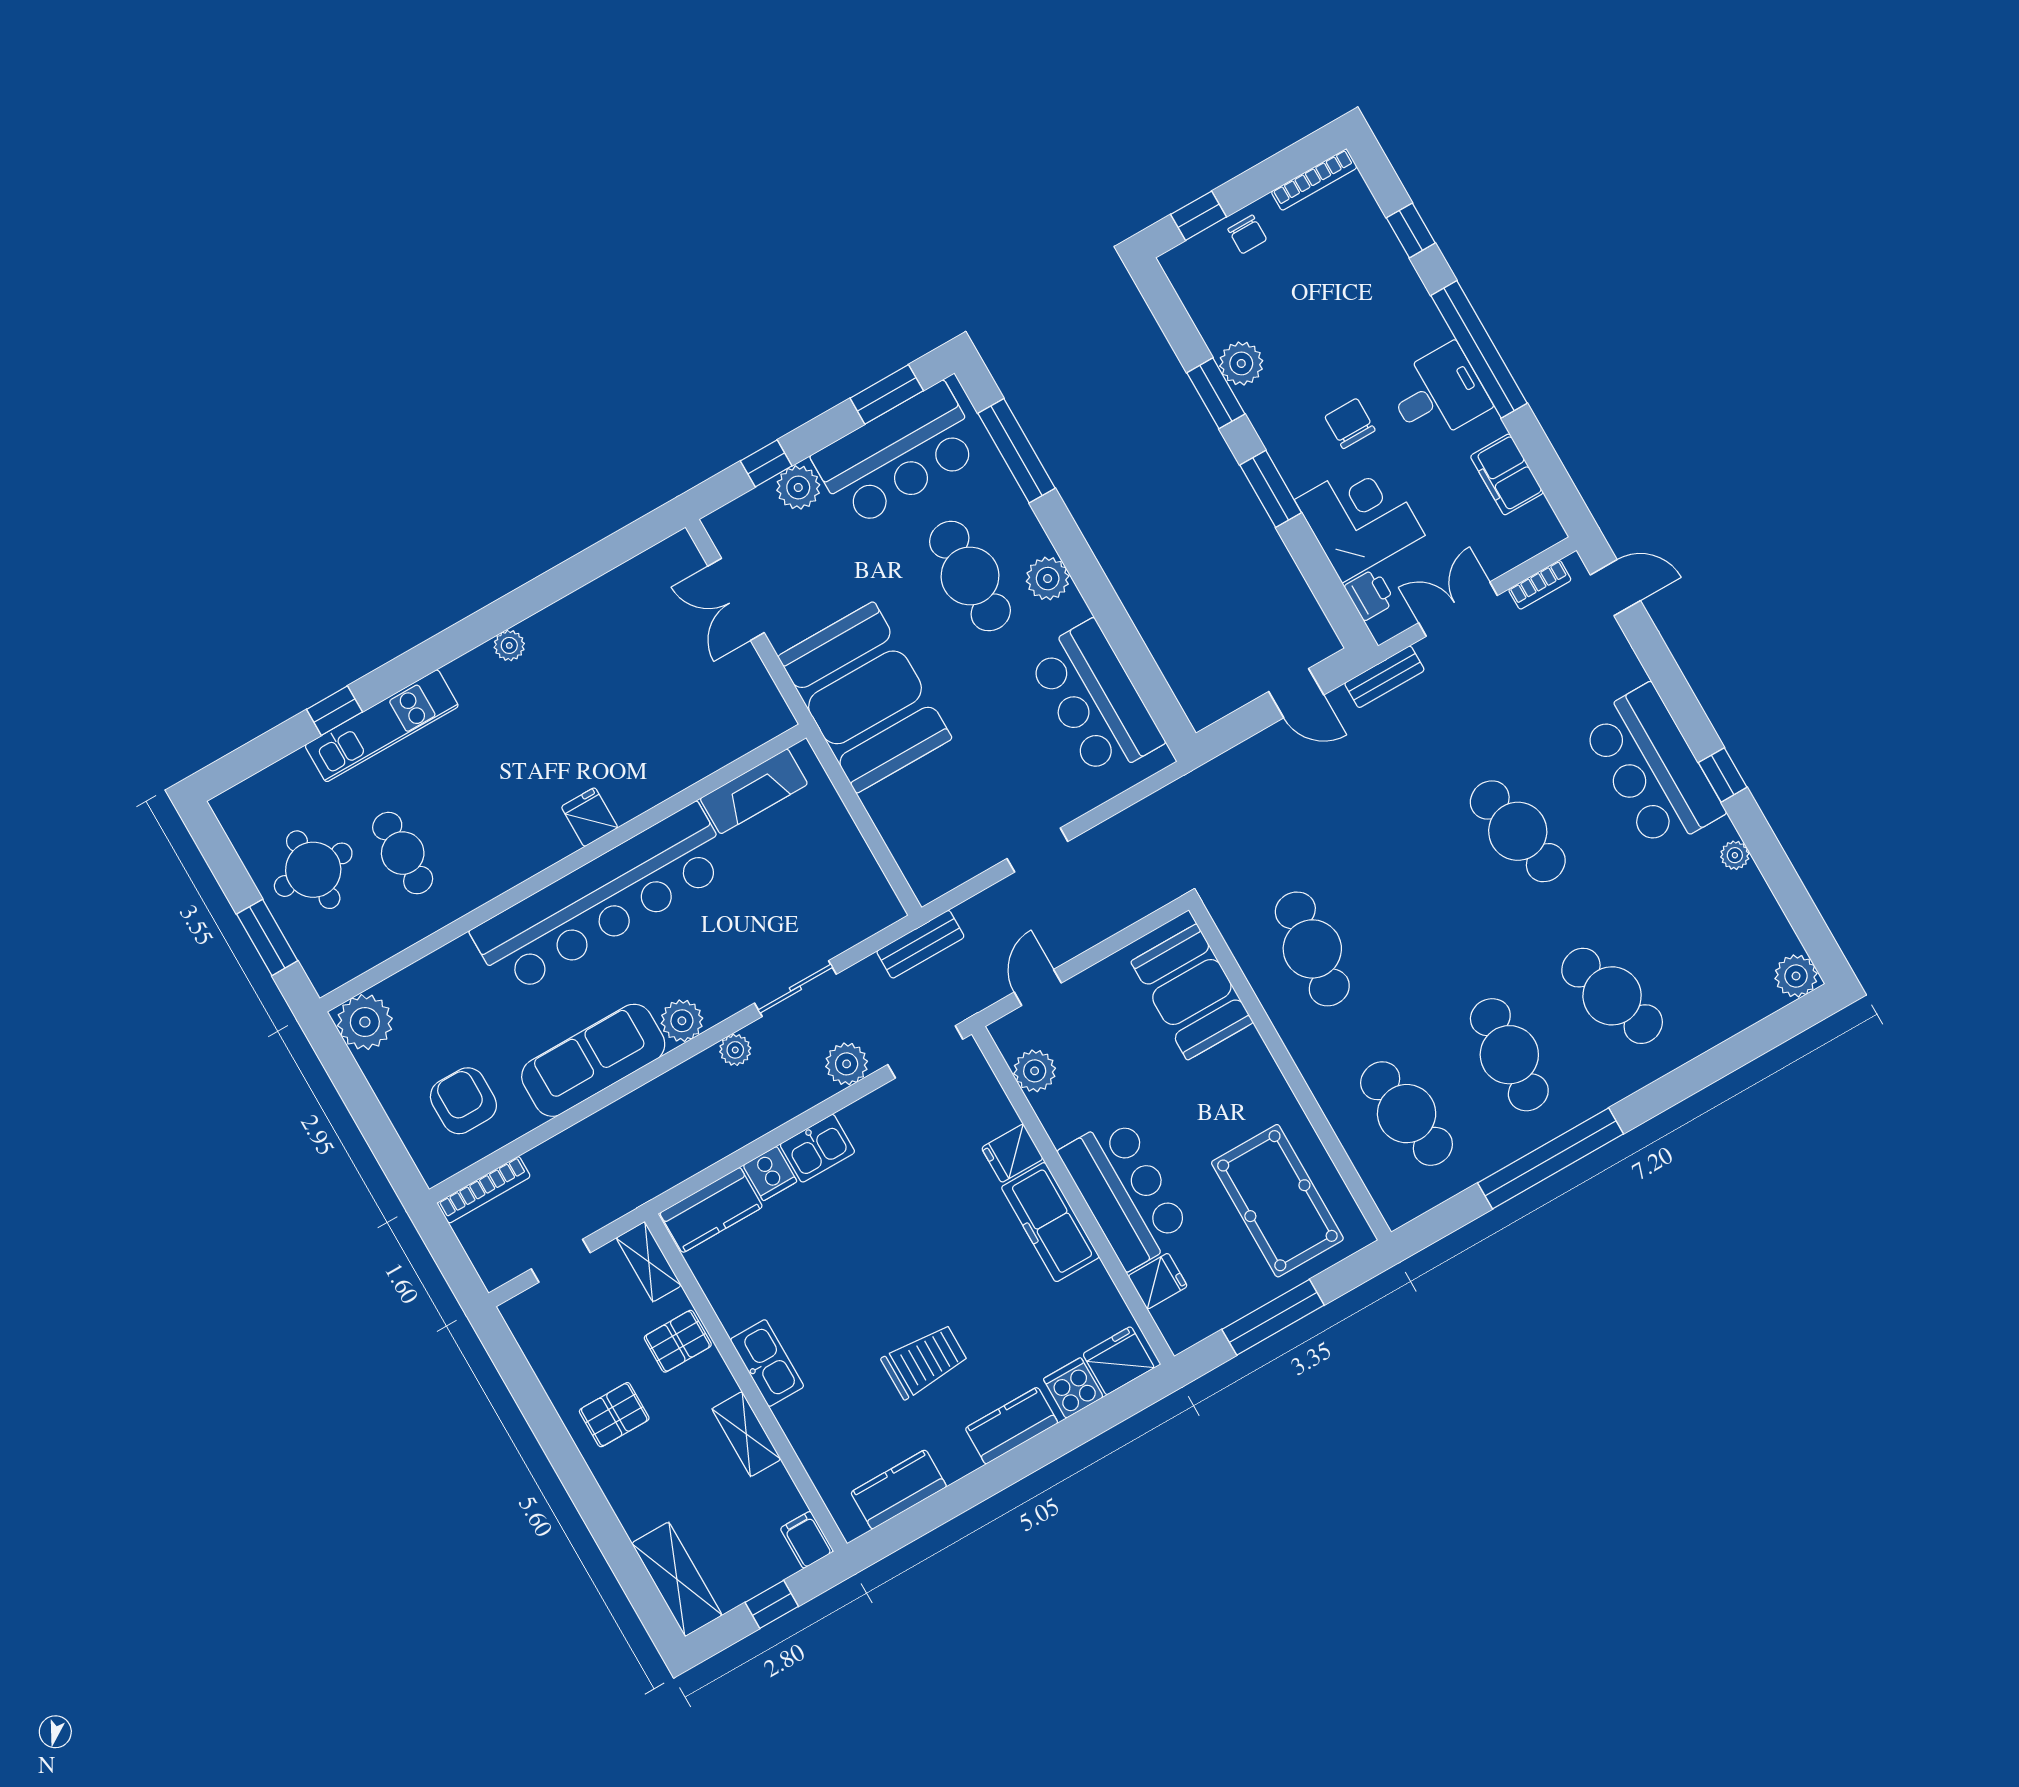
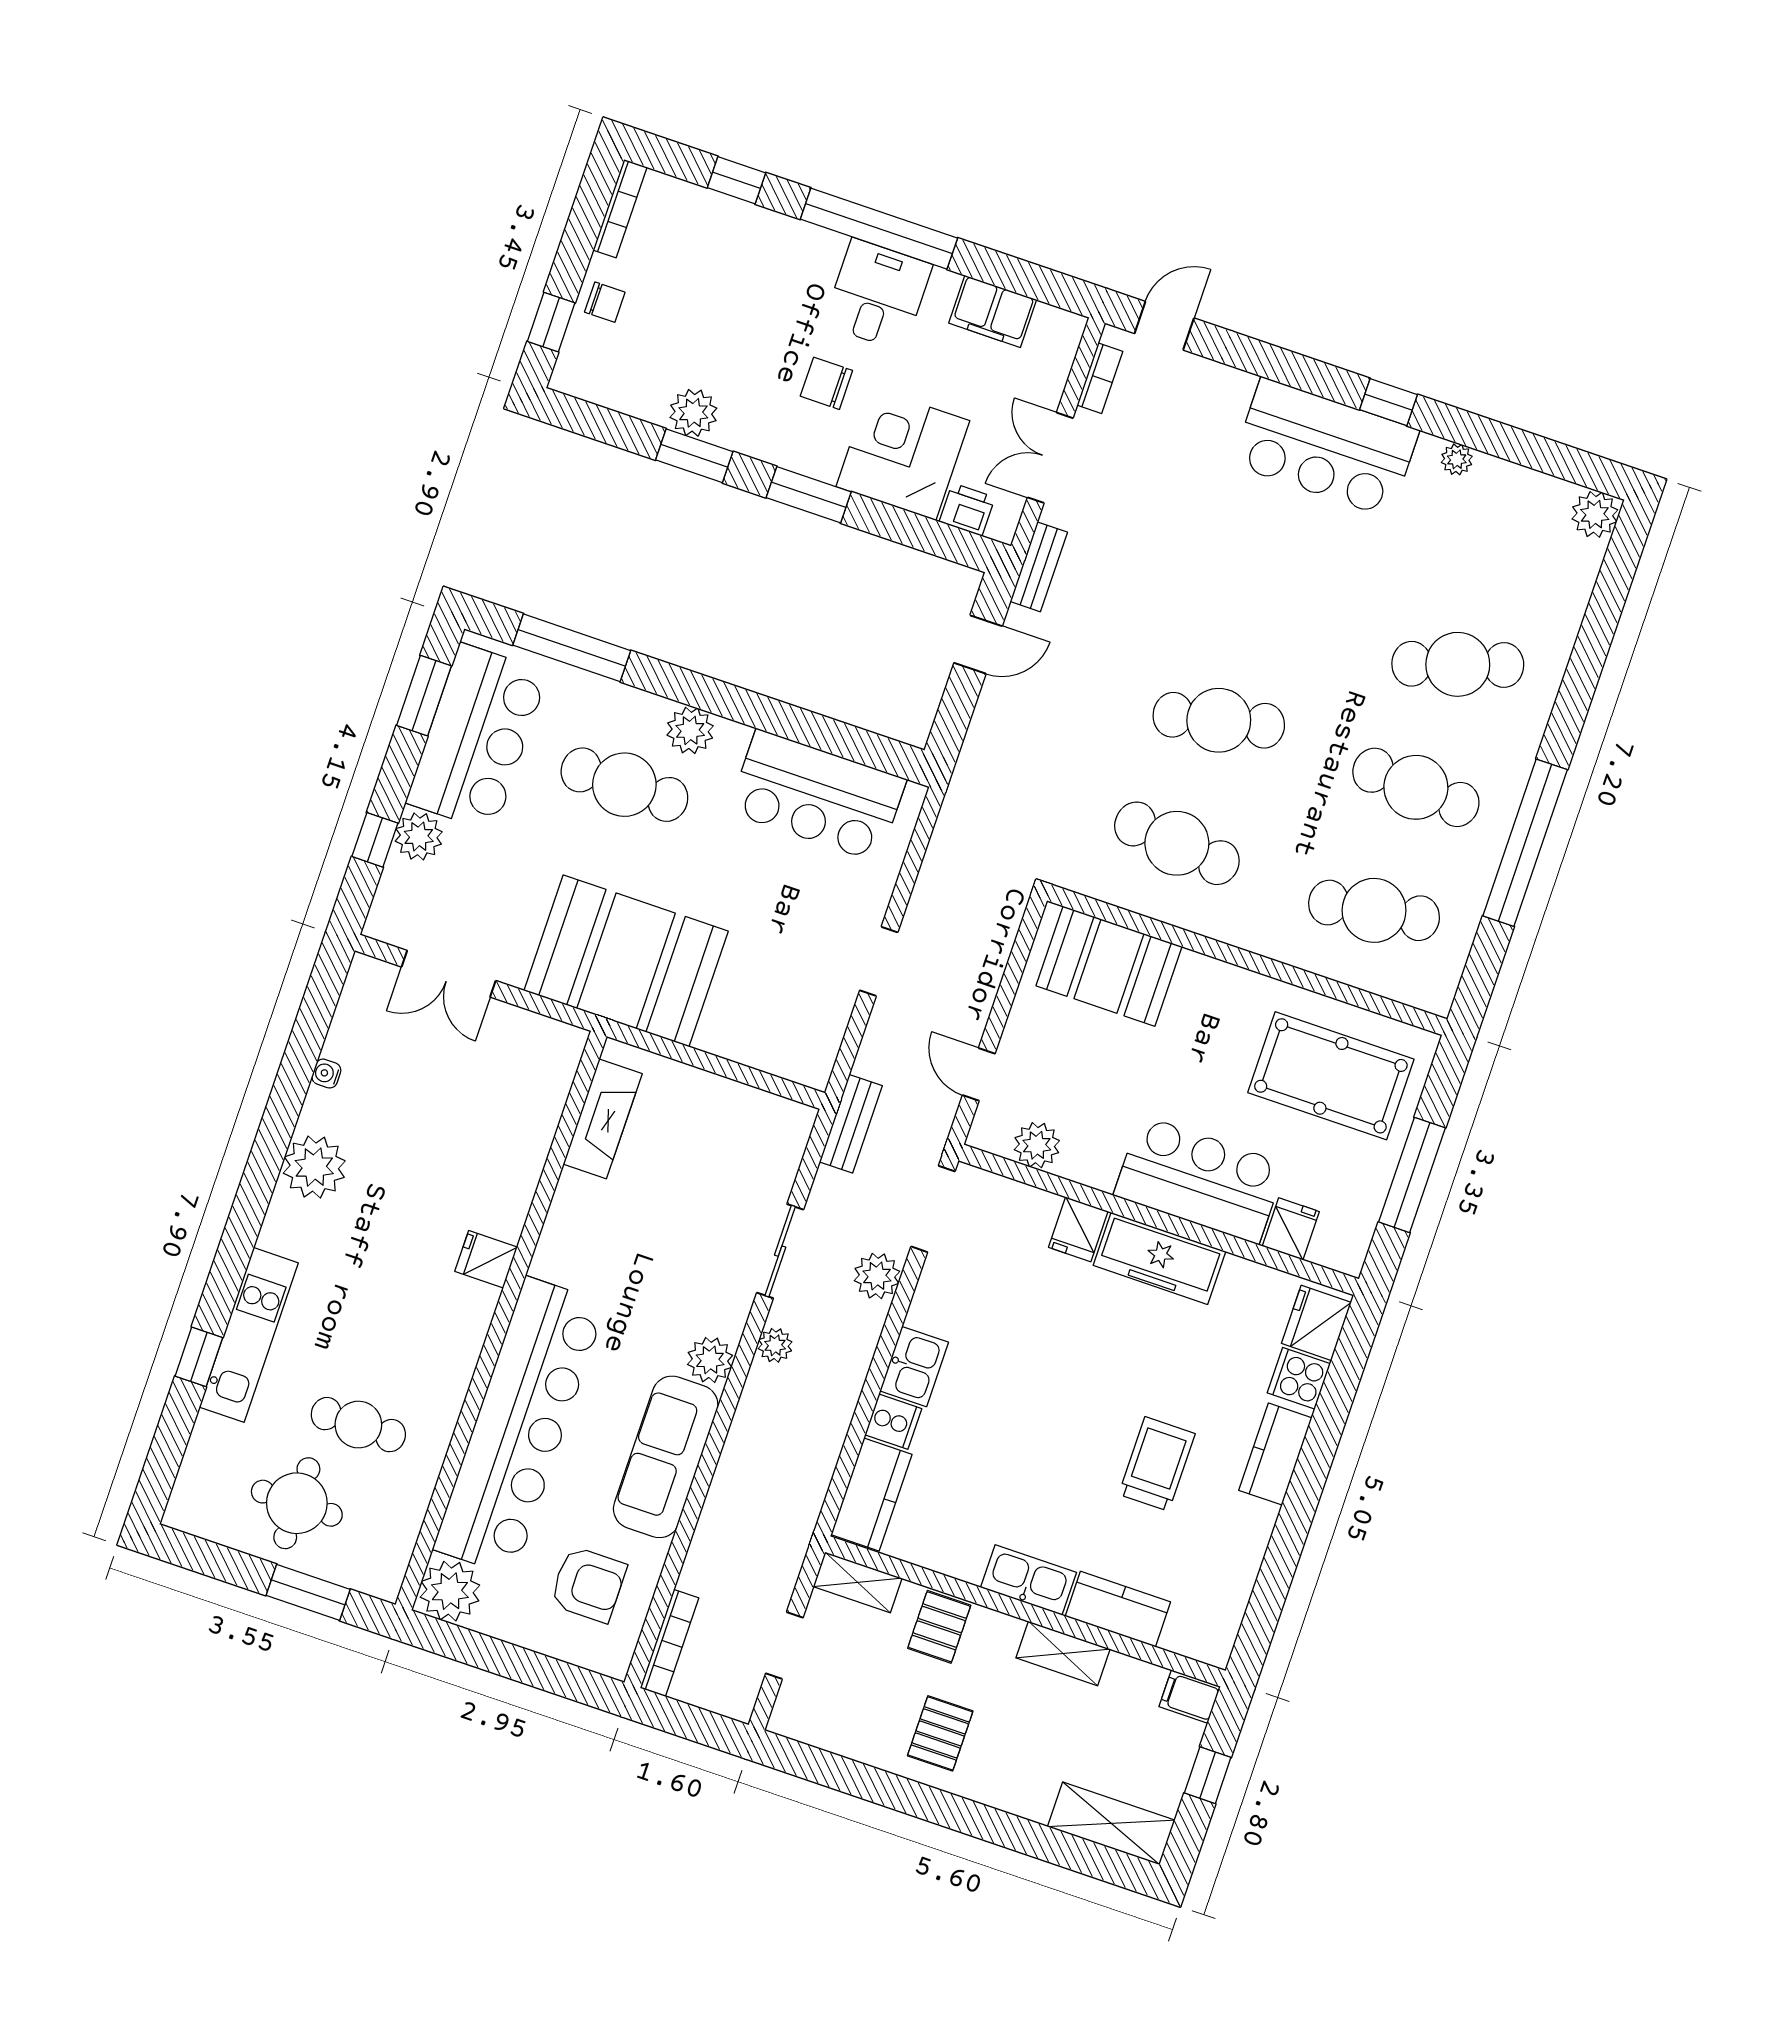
water cooler: (592, 594) -> (326, 1074), added
plant: (509, 645) -> (314, 1167), width x1.87, depth x1.87
cafe table: (1518, 831) -> (1219, 720), moved
bar counter: (602, 900) -> (520, 1426), moved
armchair: (463, 1101) -> (588, 1584), turned 180
kitchen counter: (899, 1489) -> (1118, 1609), moved, turned 90

